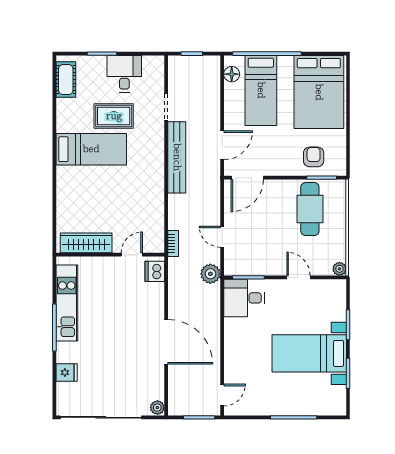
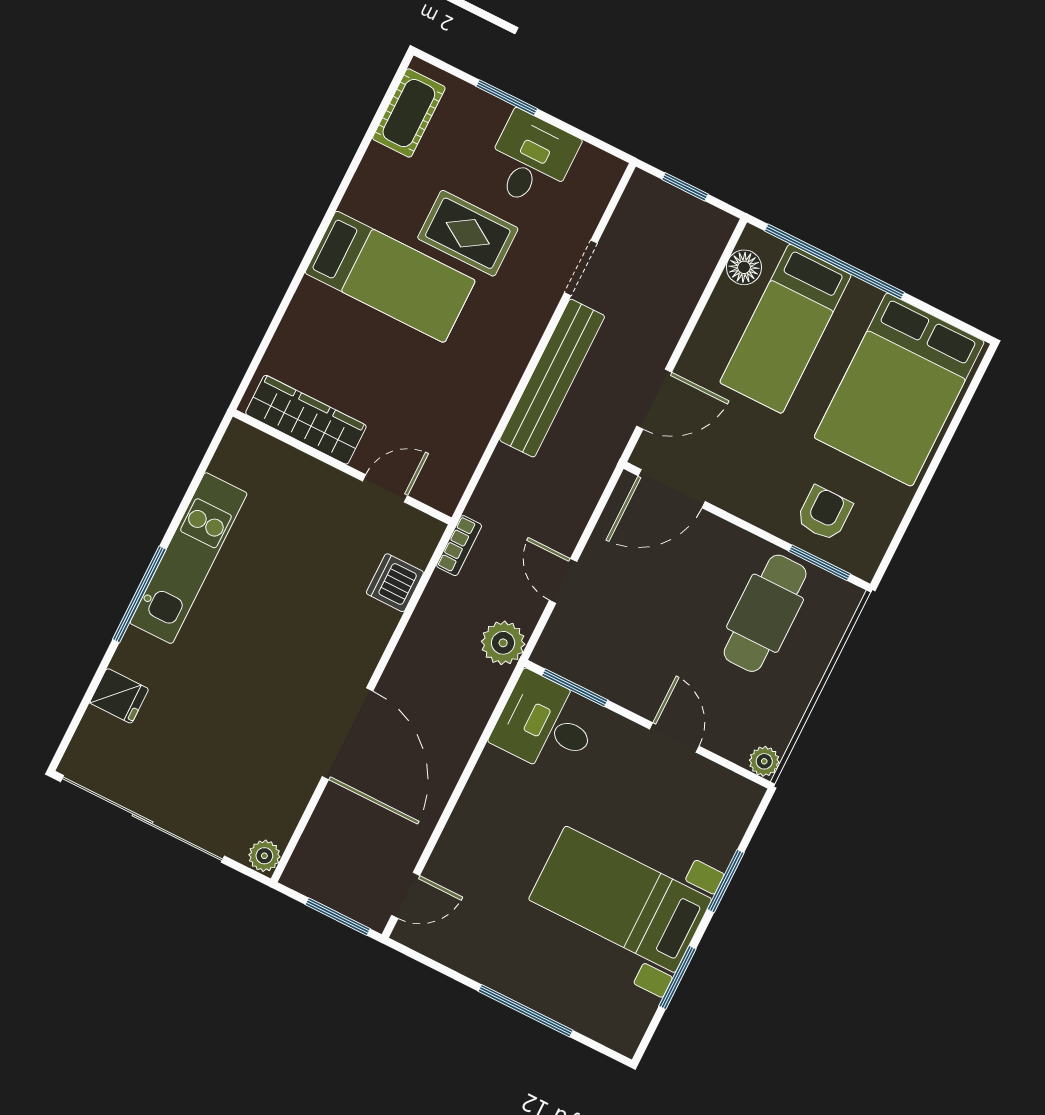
wardrobe: (86, 243) -> (306, 420), moved
wall: (110, 255) -> (342, 467), moved
door: (132, 255) -> (385, 488), moved

